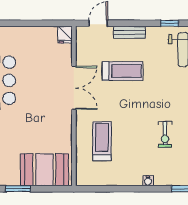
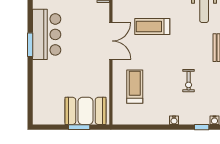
treadmill: (122, 71) -> (152, 27), turned 180
window: (18, 189) -> (79, 127), moved

